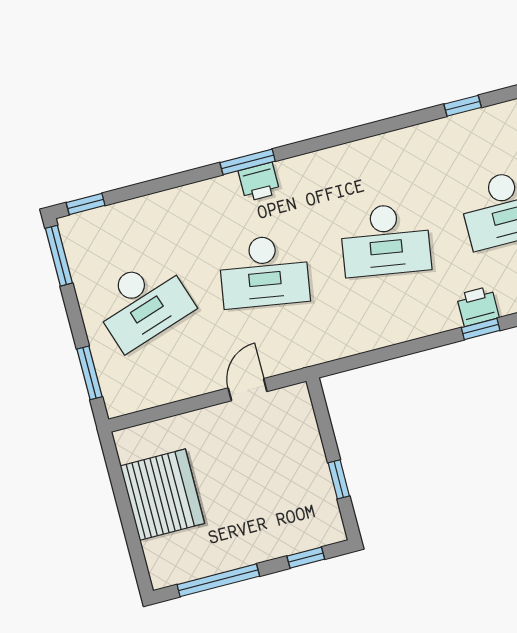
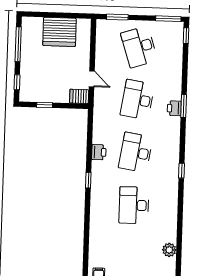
window: (463, 106) -> (182, 171), moved
printer: (478, 306) -> (99, 152), moved
server rack: (296, 406) -> (79, 96), added

